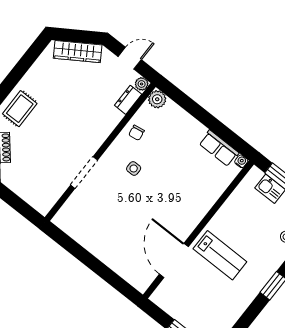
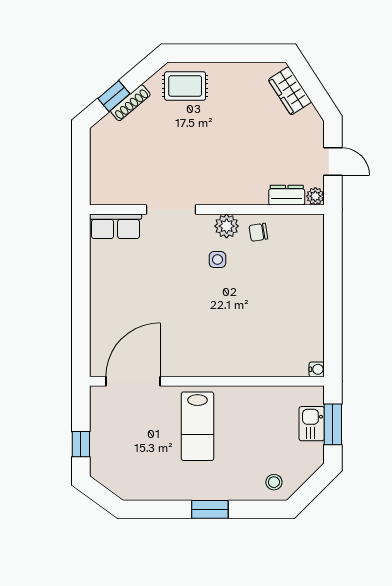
wardrobe: (78, 52) -> (290, 91), width x0.67
plant: (157, 99) -> (227, 226), moved
row of seats: (219, 148) -> (116, 226), moved, turned -90
door: (174, 260) -> (133, 381), moved

